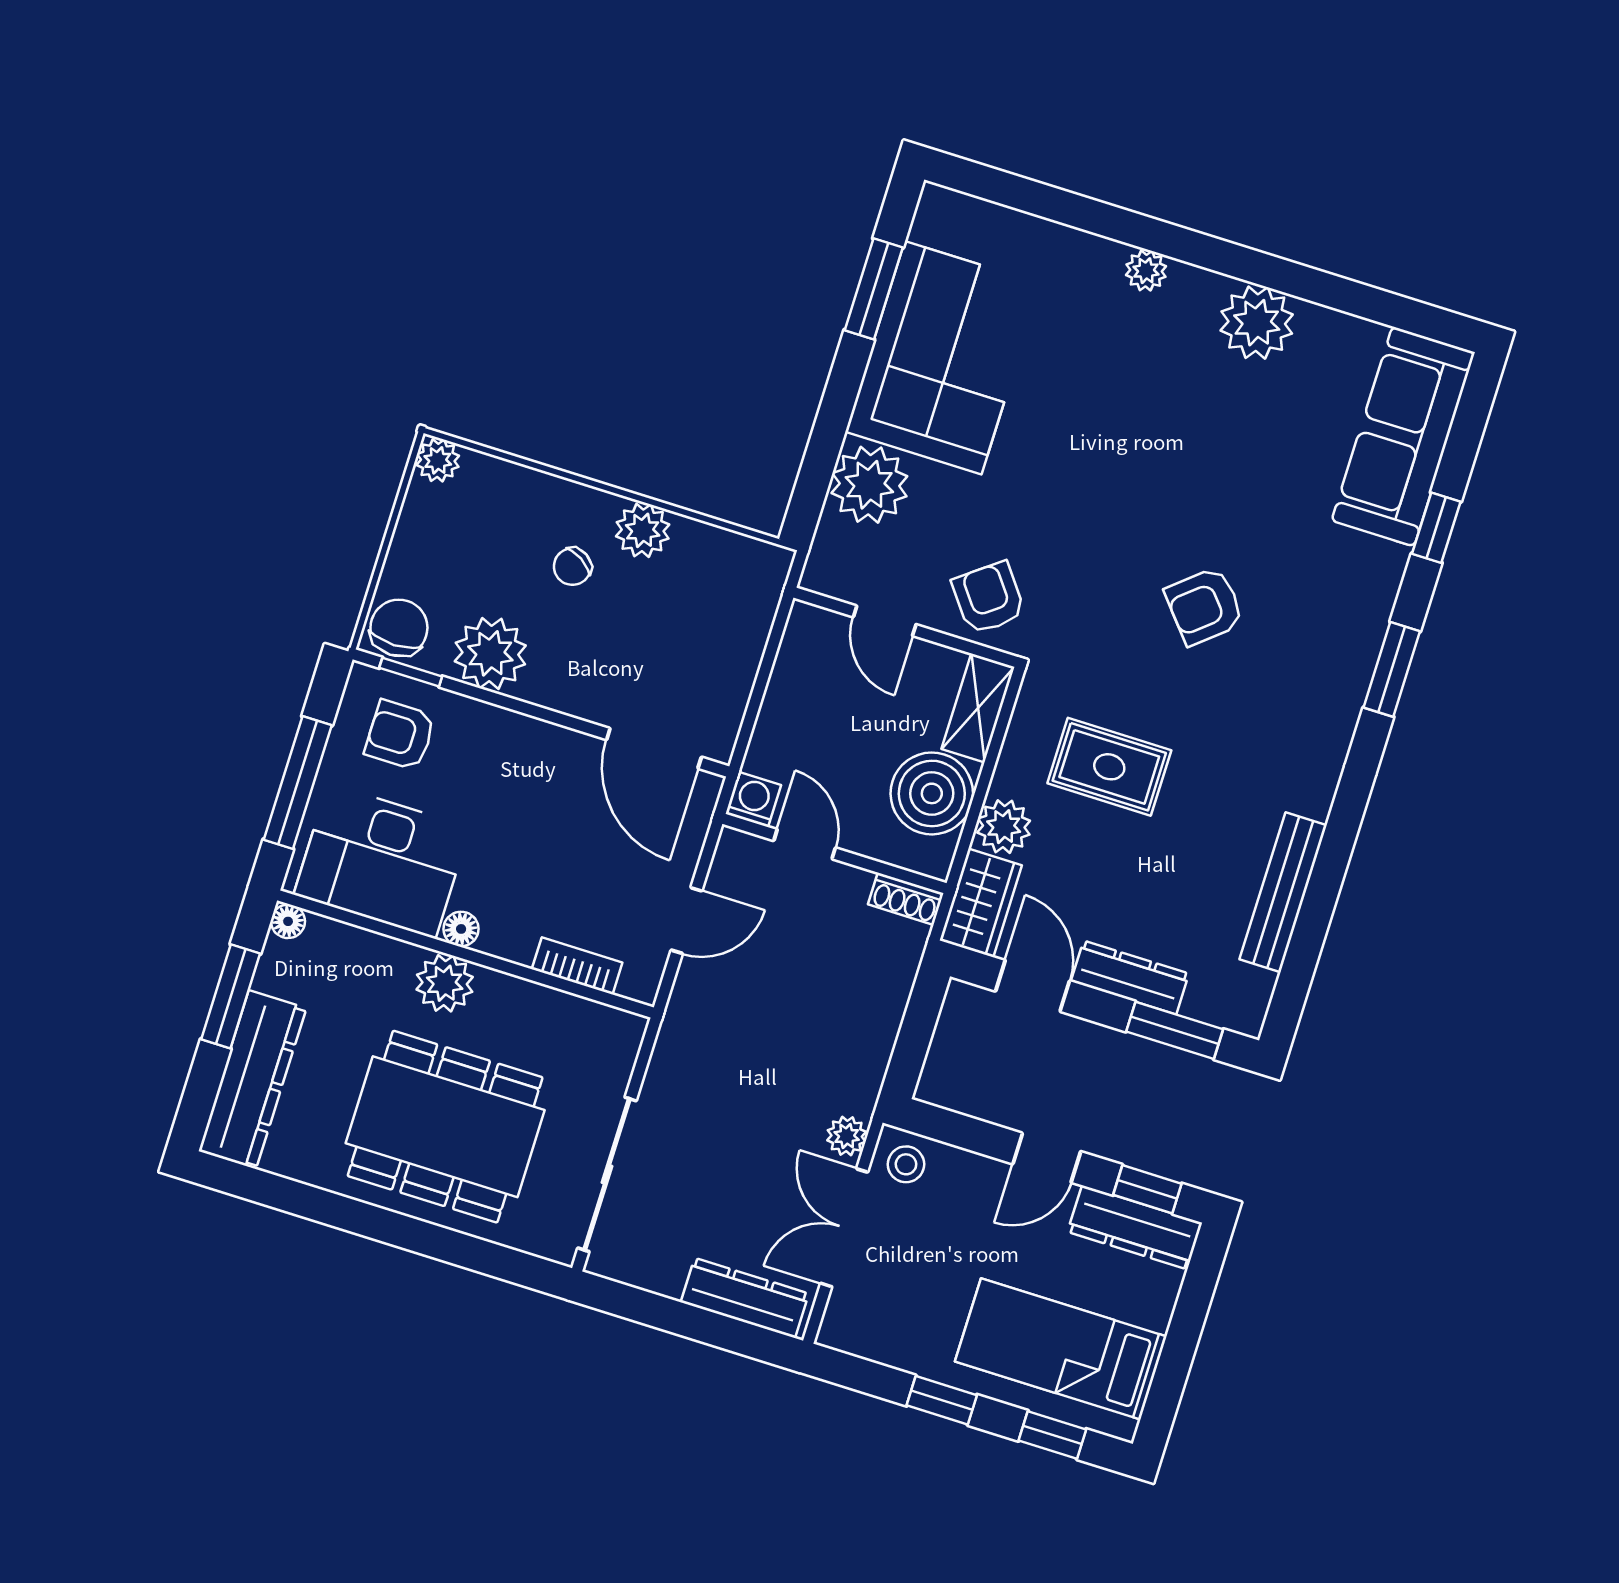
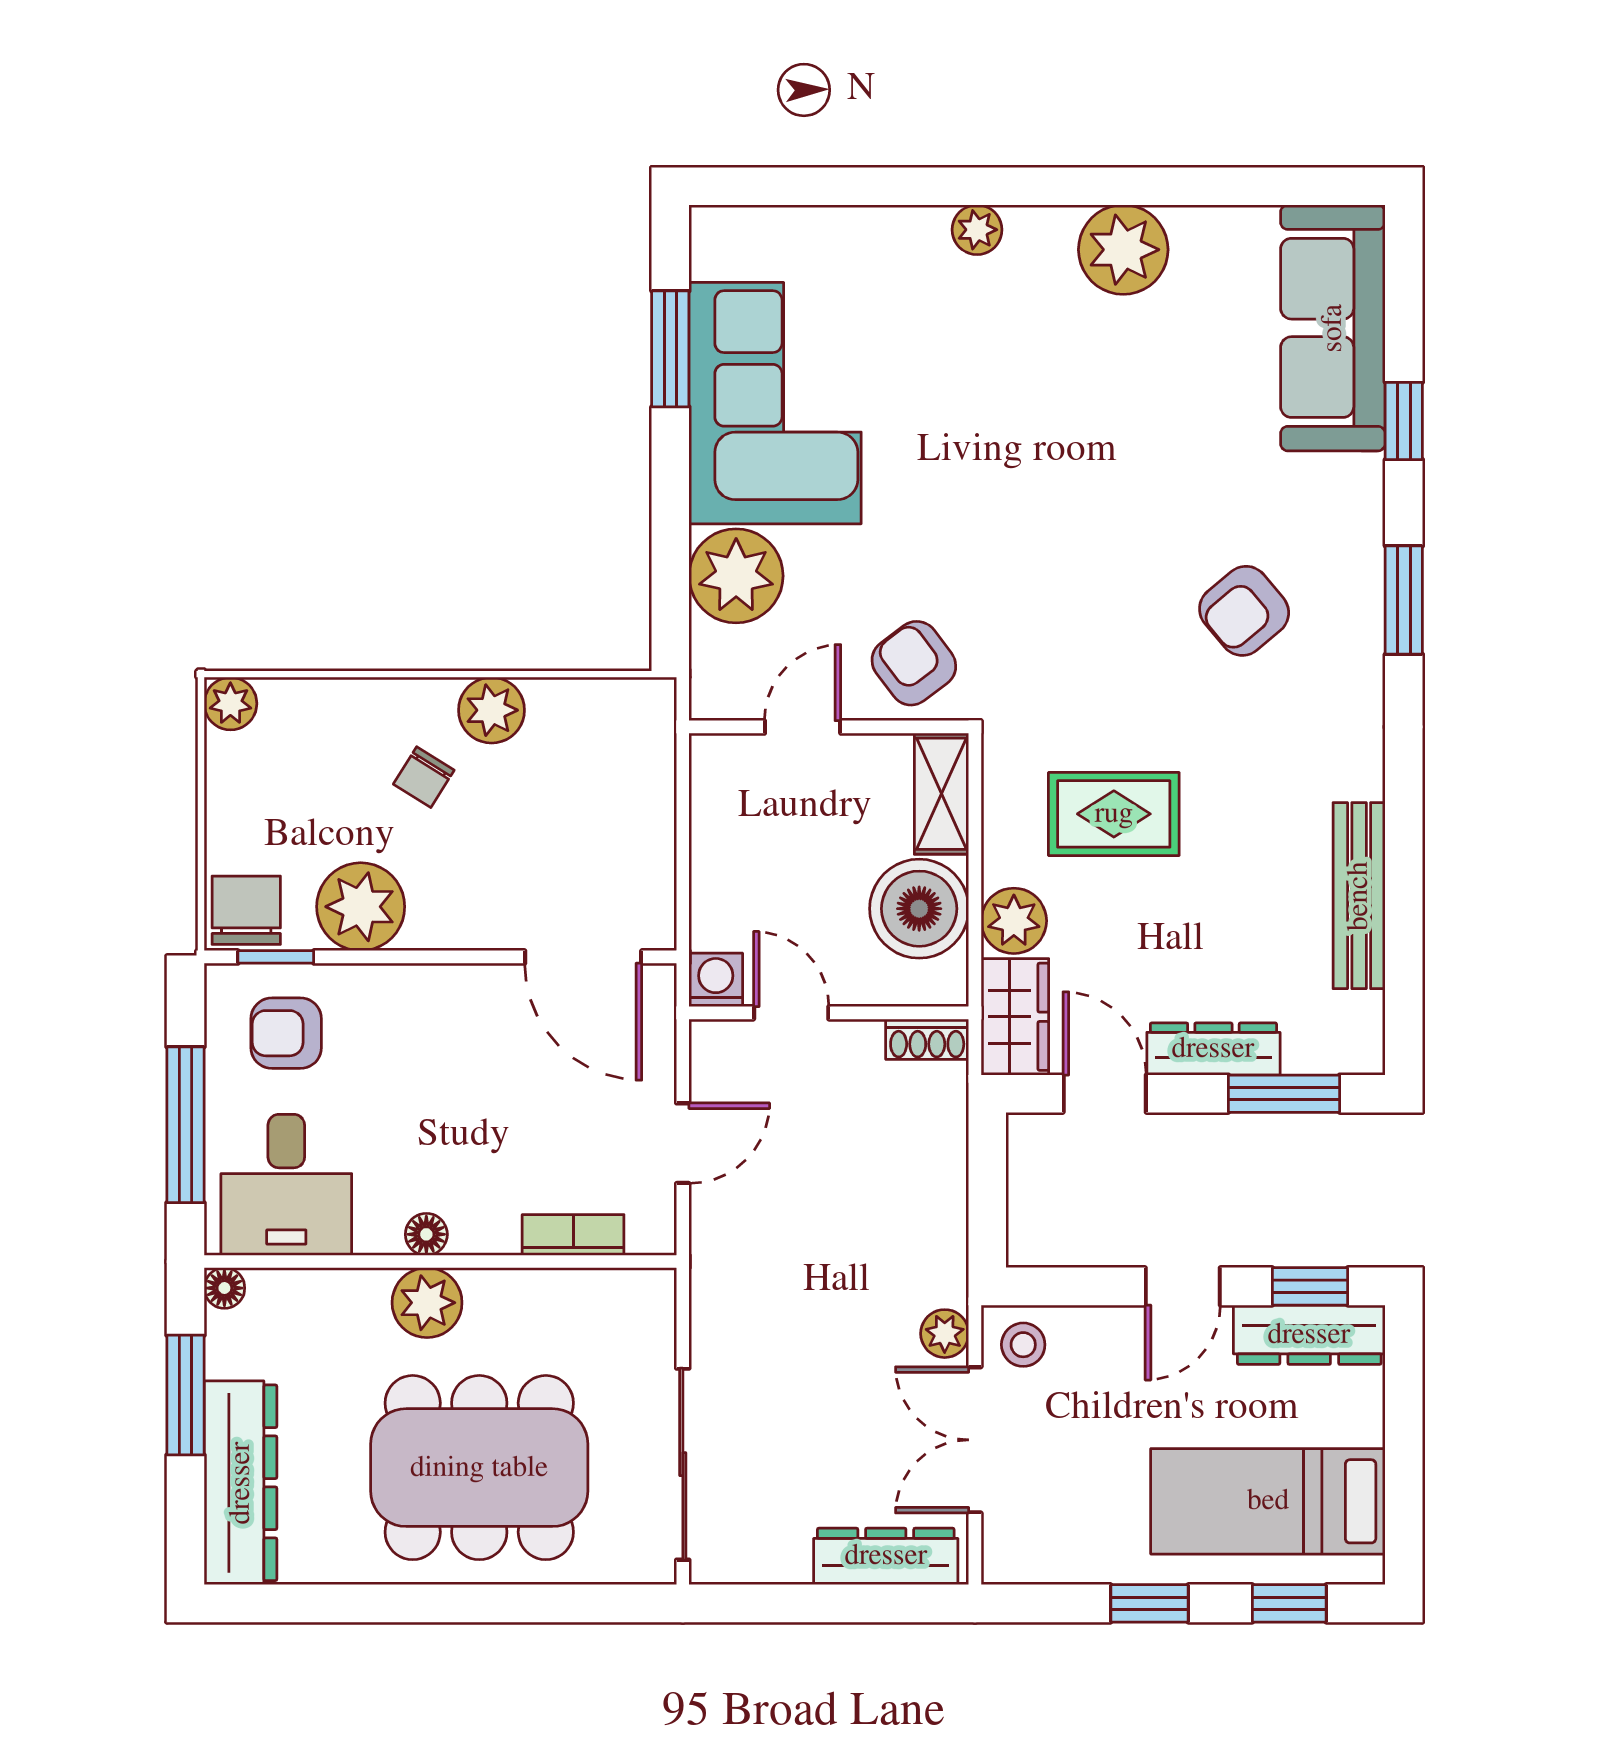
armchair: (1204, 606) -> (1244, 611), moved
door: (885, 621) -> (803, 727), swing flipped
desk: (382, 861) -> (286, 1185), width x0.73

